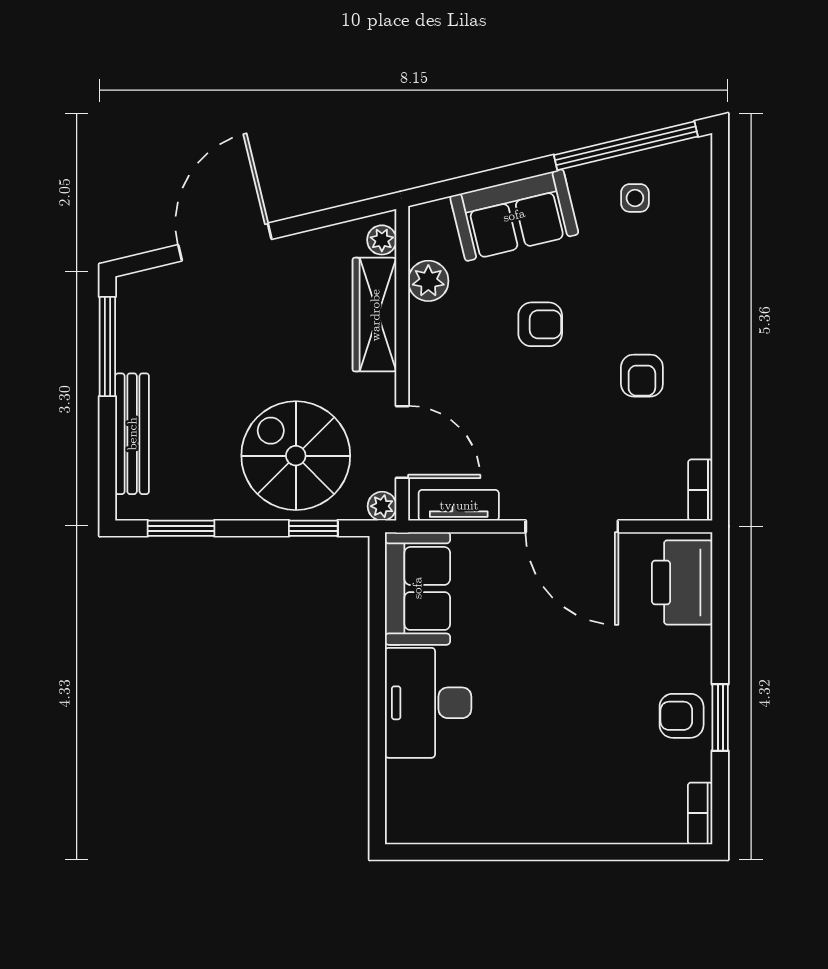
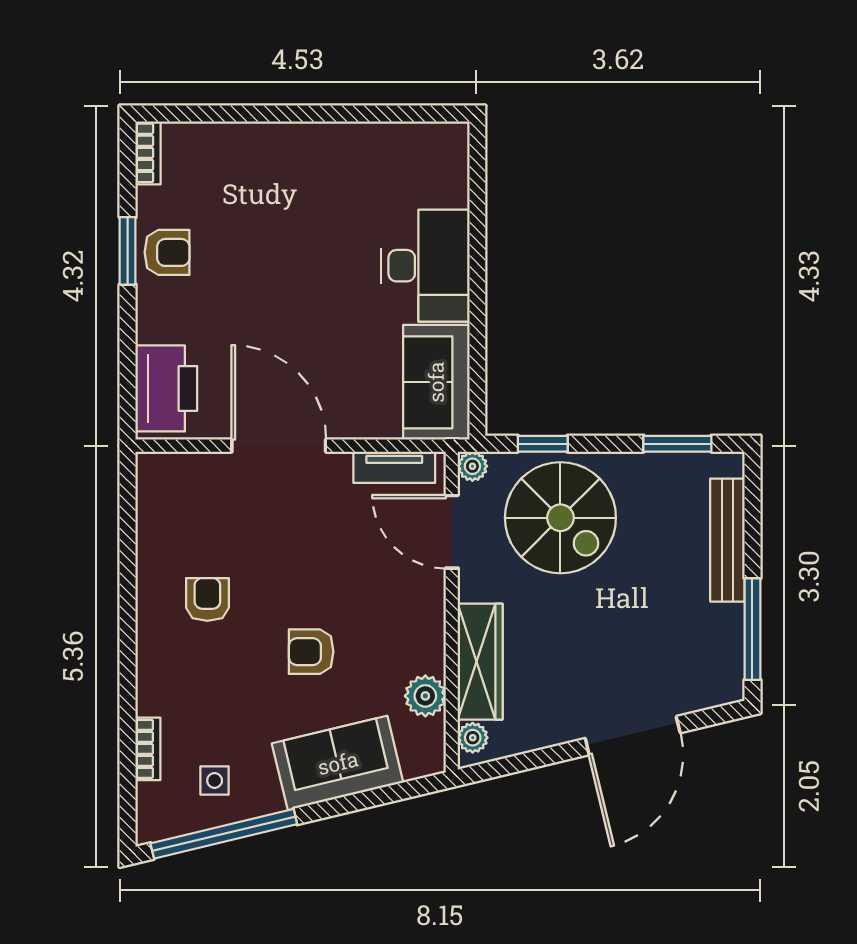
bookcase: (700, 490) -> (148, 749), moved

